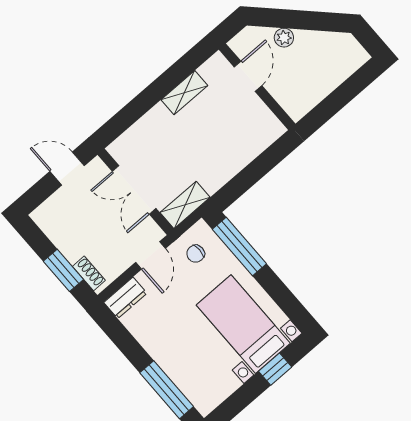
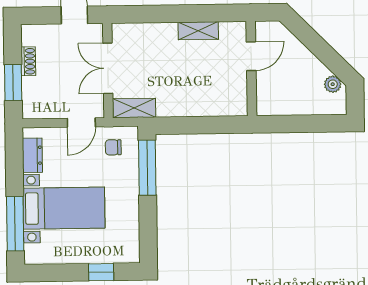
plant: (284, 38) -> (333, 84), moved
shoe rack: (89, 273) -> (28, 61), moved
dresser: (125, 298) -> (32, 155), moved, turned -90
bed with nightstands: (243, 324) -> (64, 208), moved, turned 90

